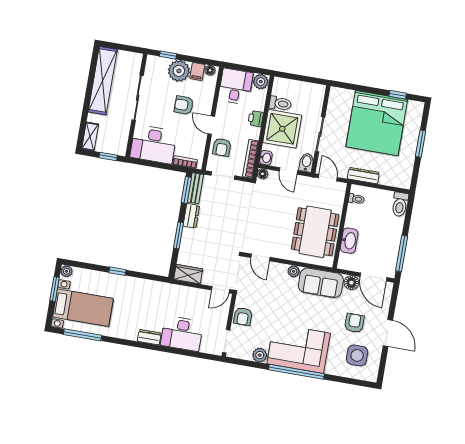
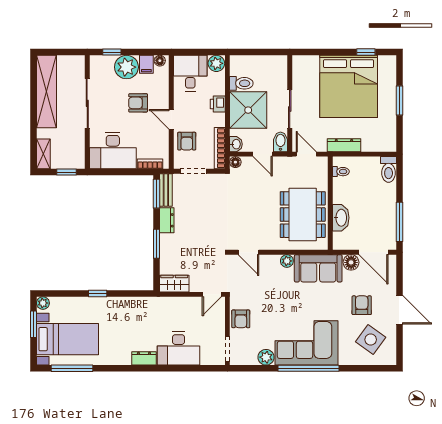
side table: (357, 355) -> (371, 340), turned 36

